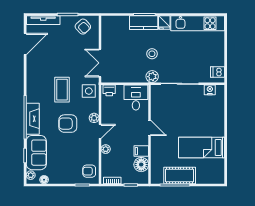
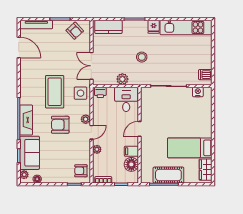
kitchen counter: (144, 23) -> (108, 27), moved
door: (25, 44) -> (19, 48), hinge flipped
plant: (152, 77) -> (122, 79), moved
coffee table: (62, 90) -> (55, 92), width x1.36, depth x1.32
door: (150, 128) -> (139, 129), swing flipped
wardrobe: (218, 170) -> (206, 170), added

